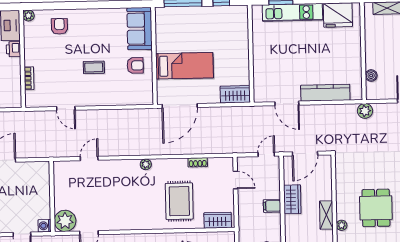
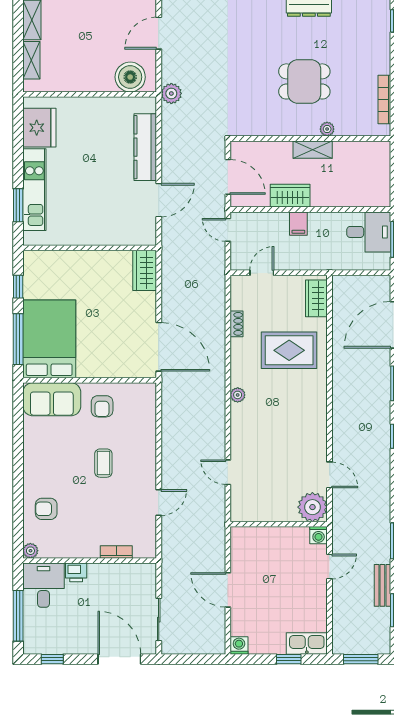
armchair: (135, 65) -> (102, 406), turned 180
bed: (184, 66) -> (49, 339), moved, width x1.50
boiler: (371, 76) -> (130, 77), width x1.86, depth x1.86

